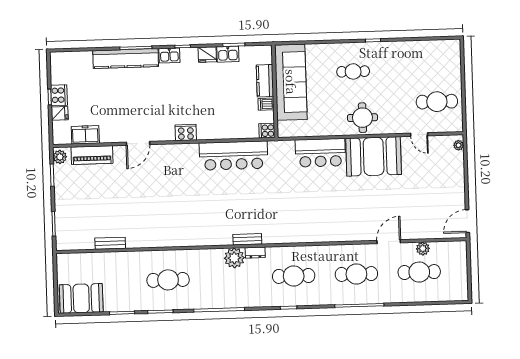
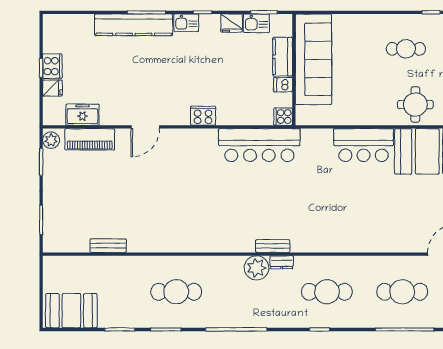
kitchen counter: (265, 81) -> (283, 57), moved
sofa: (291, 82) -> (314, 59), moved
wall: (275, 91) -> (294, 70), moved
dishwasher: (266, 104) -> (283, 85), moved
cooker: (267, 131) -> (283, 117), moved

